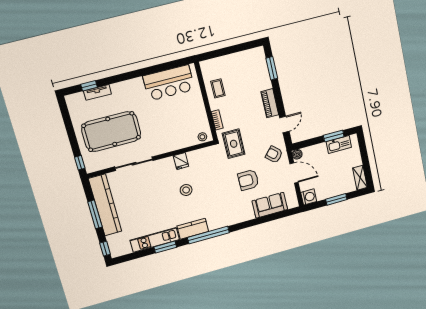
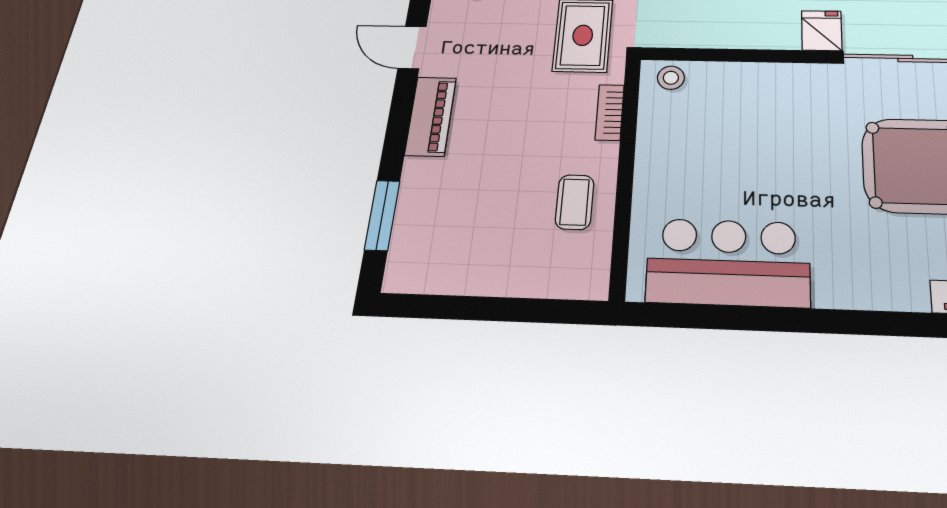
door: (284, 125) -> (412, 47), hinge flipped
fridge: (181, 161) -> (822, 31), moved

